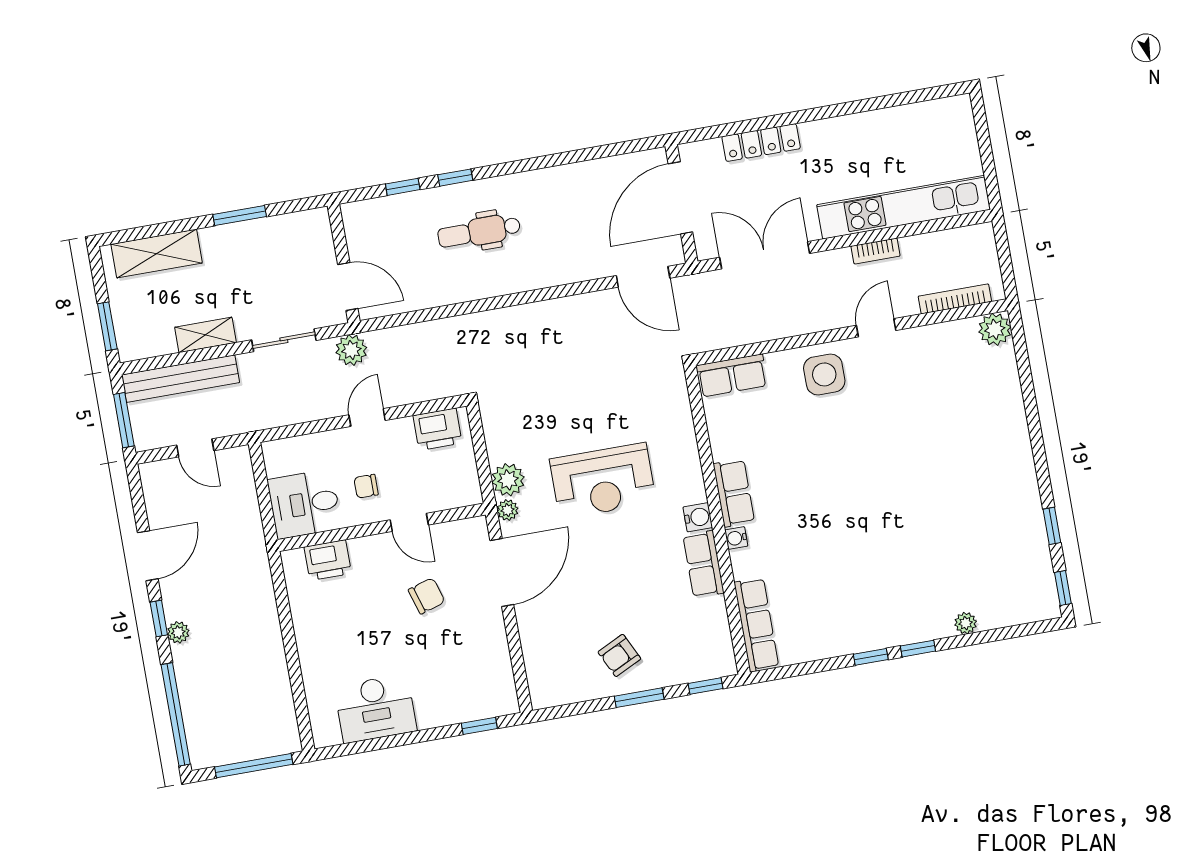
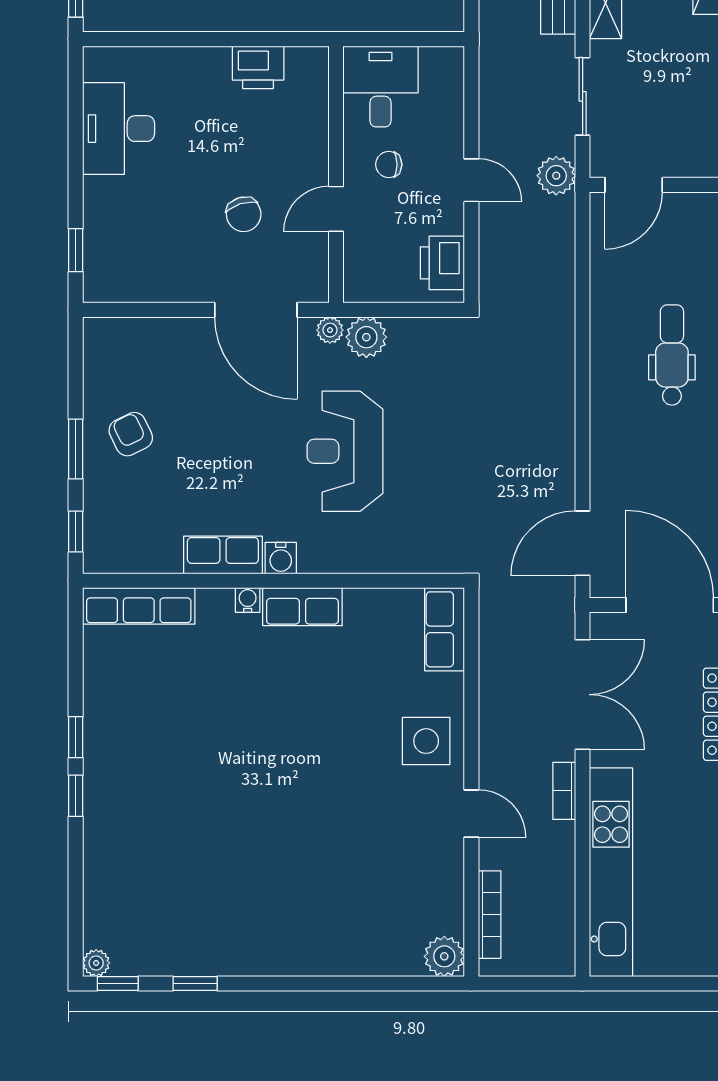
bookcase: (876, 251) -> (564, 791), moved
chair: (366, 486) -> (389, 165), turned -90
printer: (328, 560) -> (258, 67), moved, turned -90
plant: (966, 623) -> (96, 963), moved

